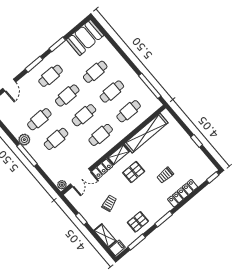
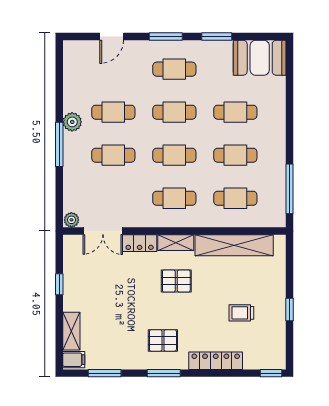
trolley: (165, 175) -> (241, 313), moved
trolley: (109, 203) -> (112, 294), removed
pallet: (138, 222) -> (163, 340), moved

